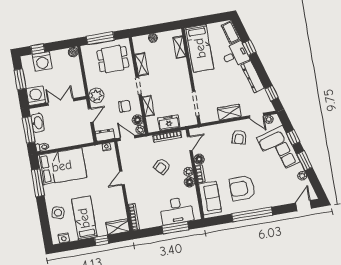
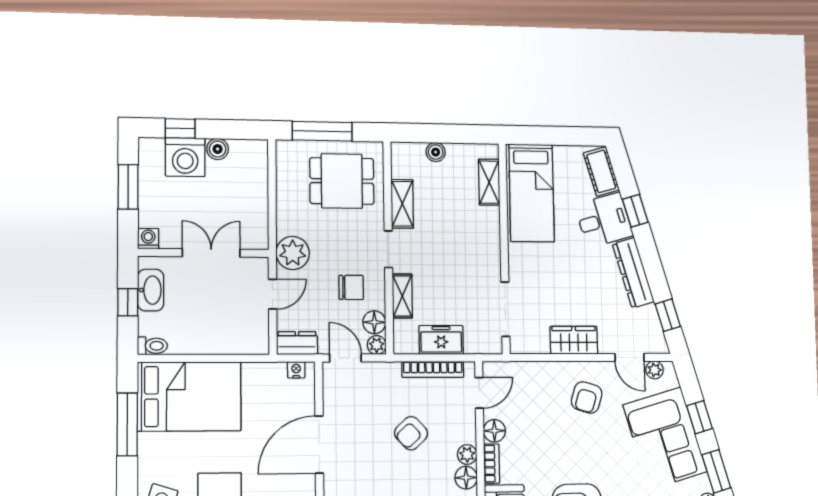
boiler: (73, 52) -> (218, 149), moved
washing machine: (36, 96) -> (148, 239), width x0.53, depth x0.53
window: (29, 130) -> (128, 302), width x0.46
door: (122, 178) -> (319, 445), width x1.88

